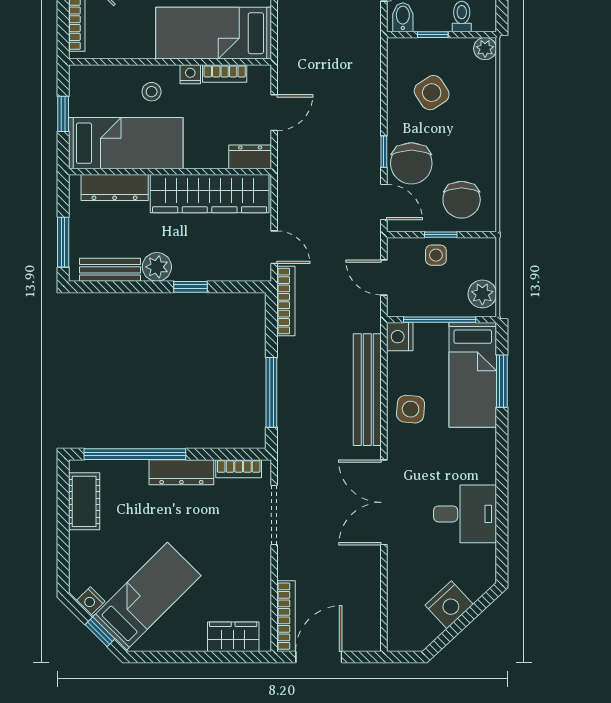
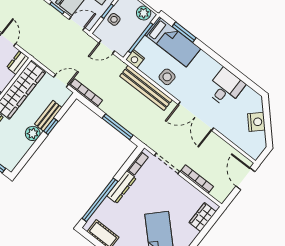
bench: (110, 270) -> (48, 116), moved
bookcase: (286, 616) -> (197, 179), moved
door: (319, 657) -> (245, 179), moved

